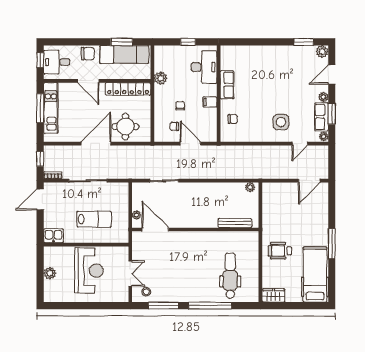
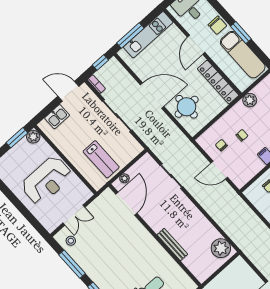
window: (122, 42) -> (241, 33), moved
window: (40, 108) -> (130, 35), moved
door: (190, 144) -> (219, 170), swing flipped
plant: (250, 187) -> (221, 248), width x1.87, depth x1.87
lab bench: (94, 219) -> (101, 159), moved
bench: (235, 223) -> (172, 244), moved
kitchen sink: (54, 236) -> (57, 117), moved, turned 90
window: (40, 265) -> (17, 138), added
plant: (50, 273) -> (33, 137), moved

